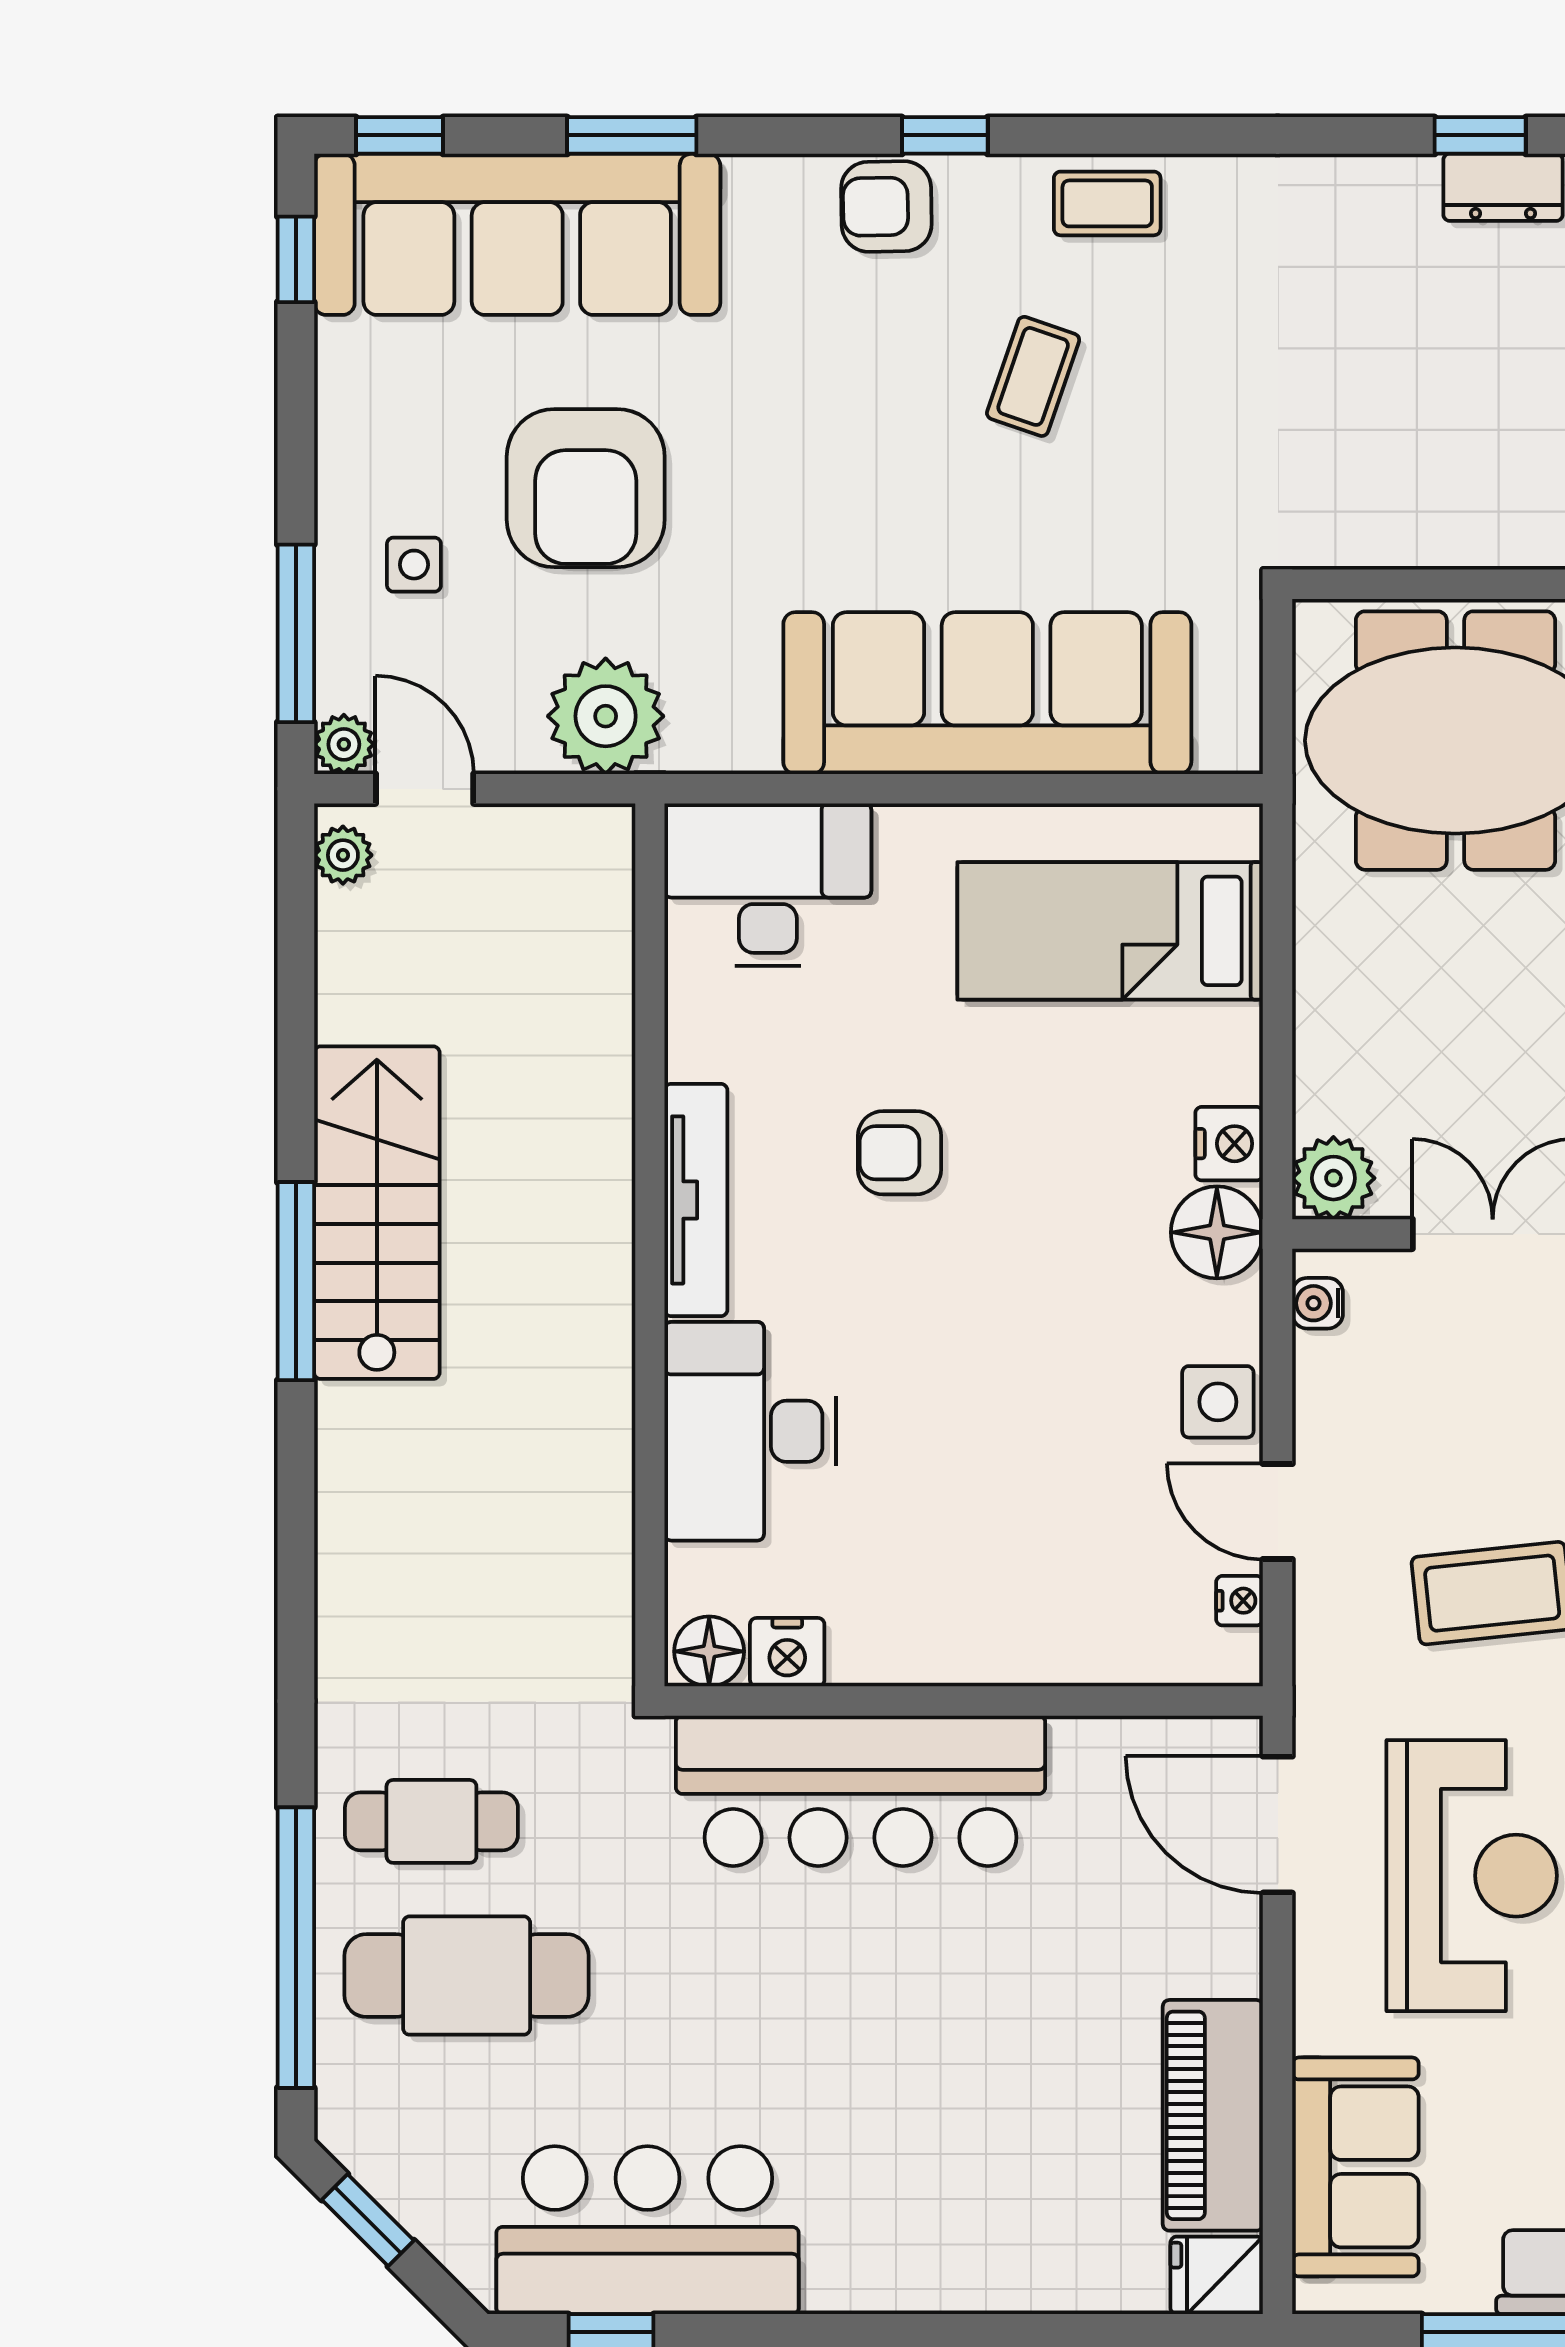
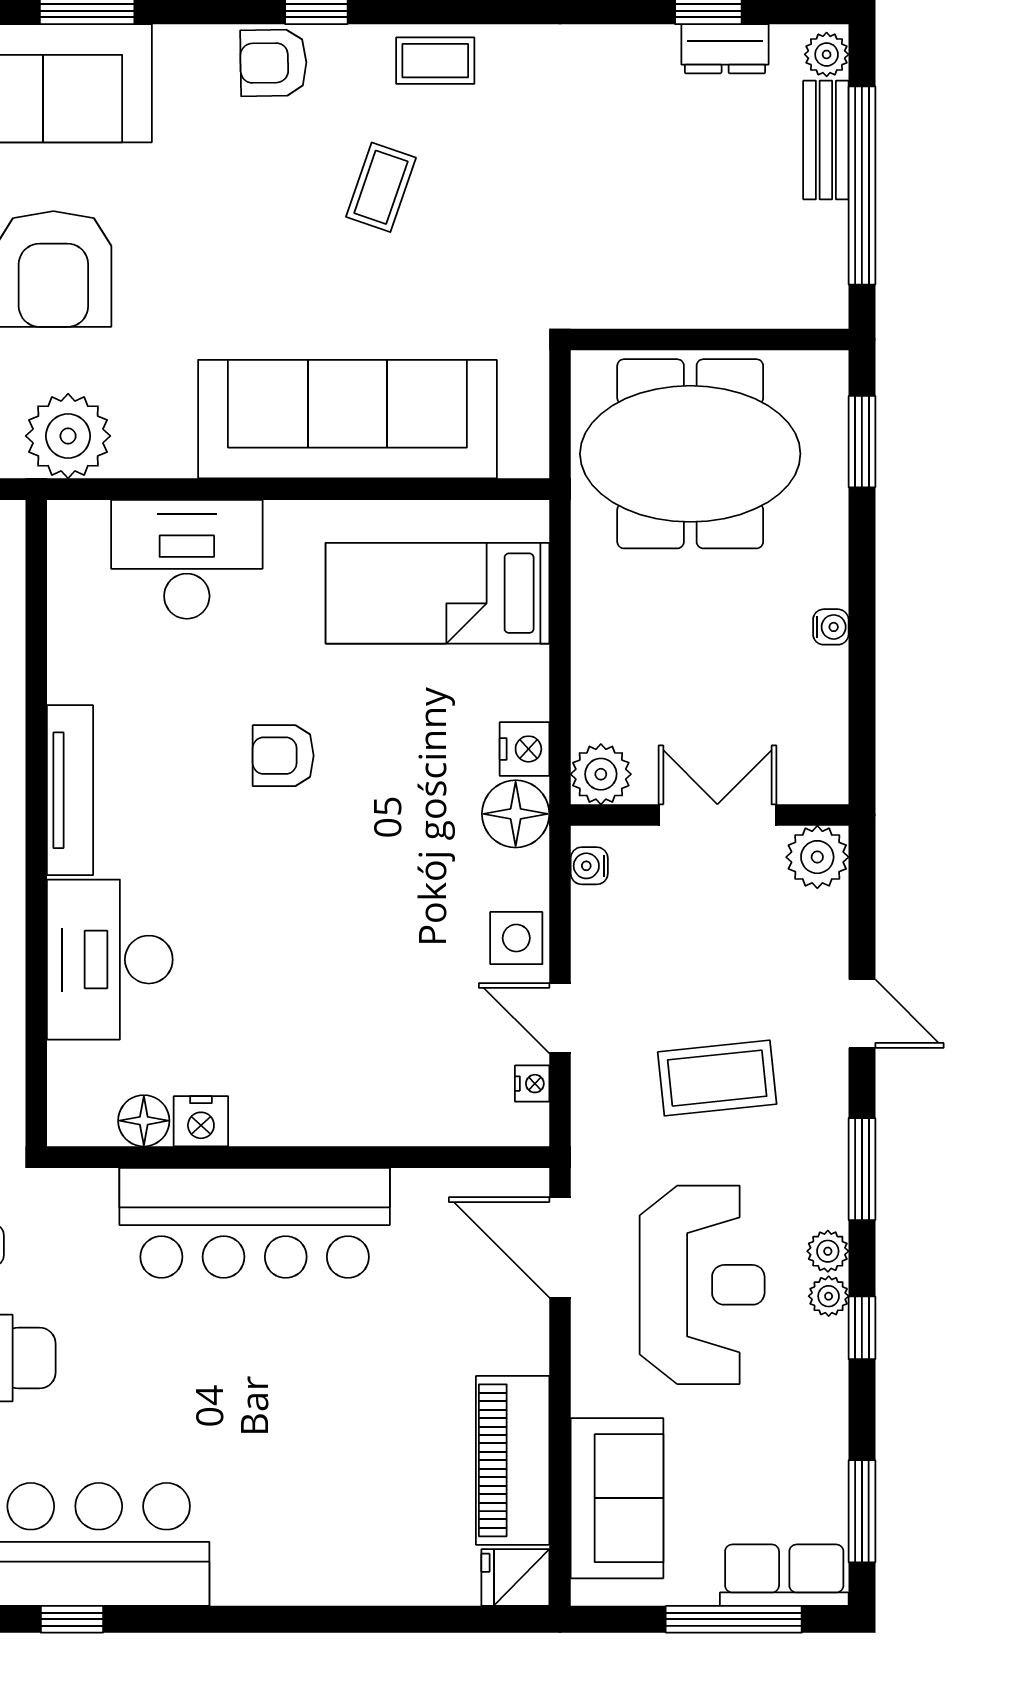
tv unit: (696, 1200) -> (70, 790), moved
wall: (650, 1245) -> (36, 823), moved
desk: (750, 1431) -> (110, 960), moved

